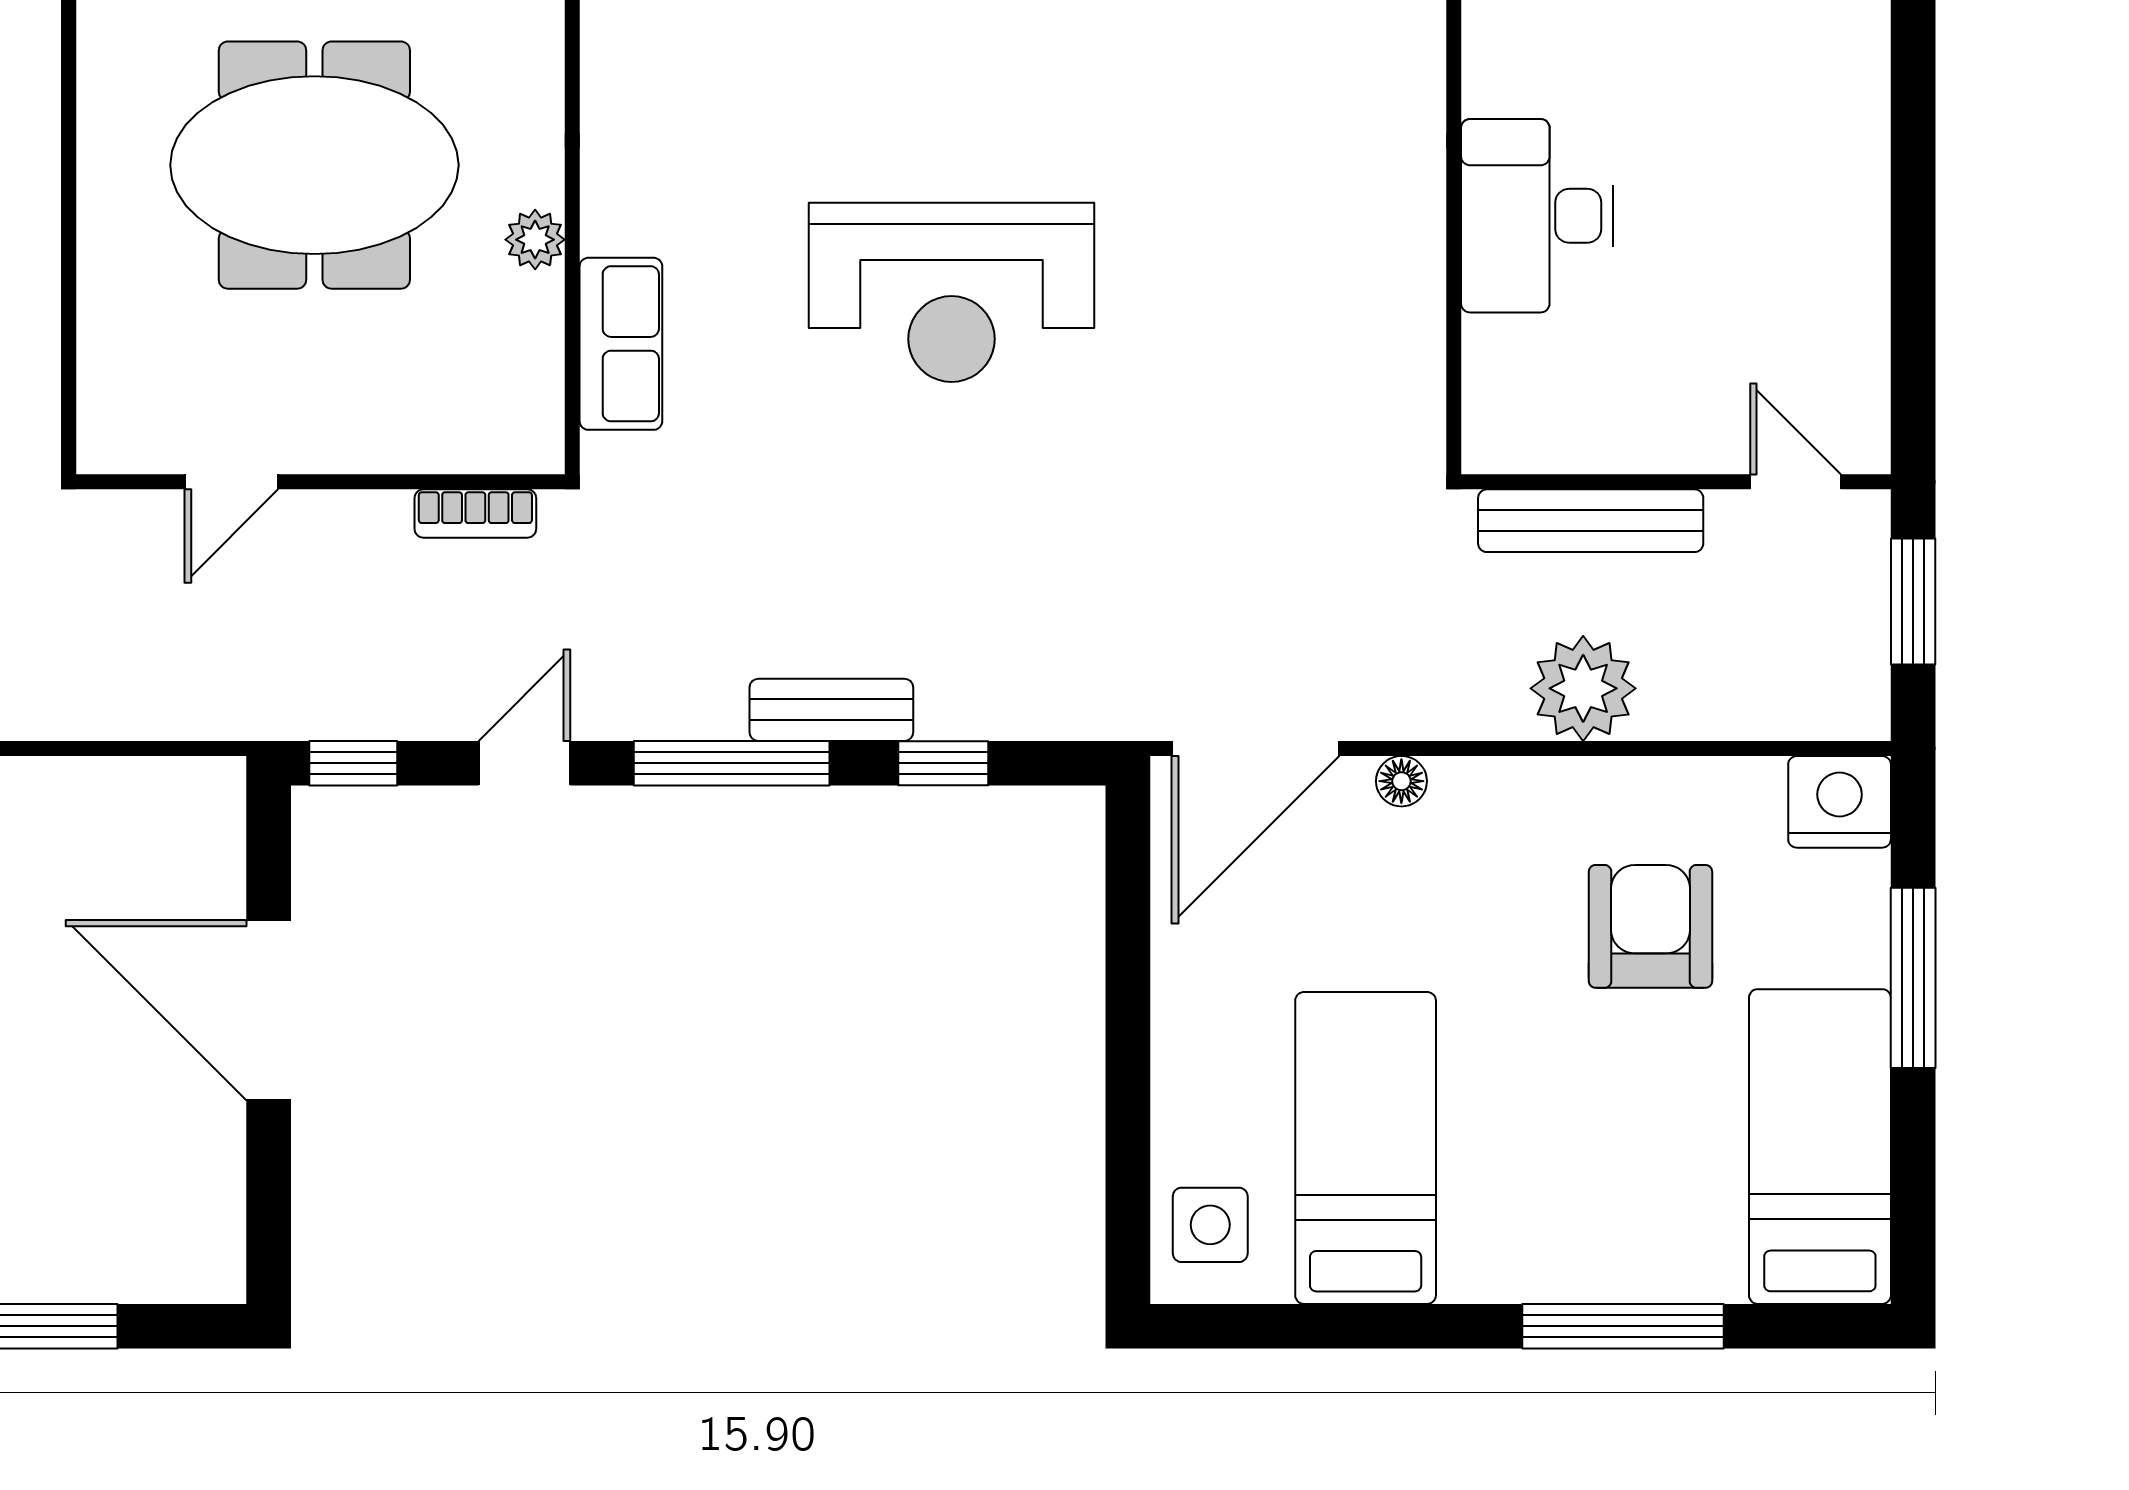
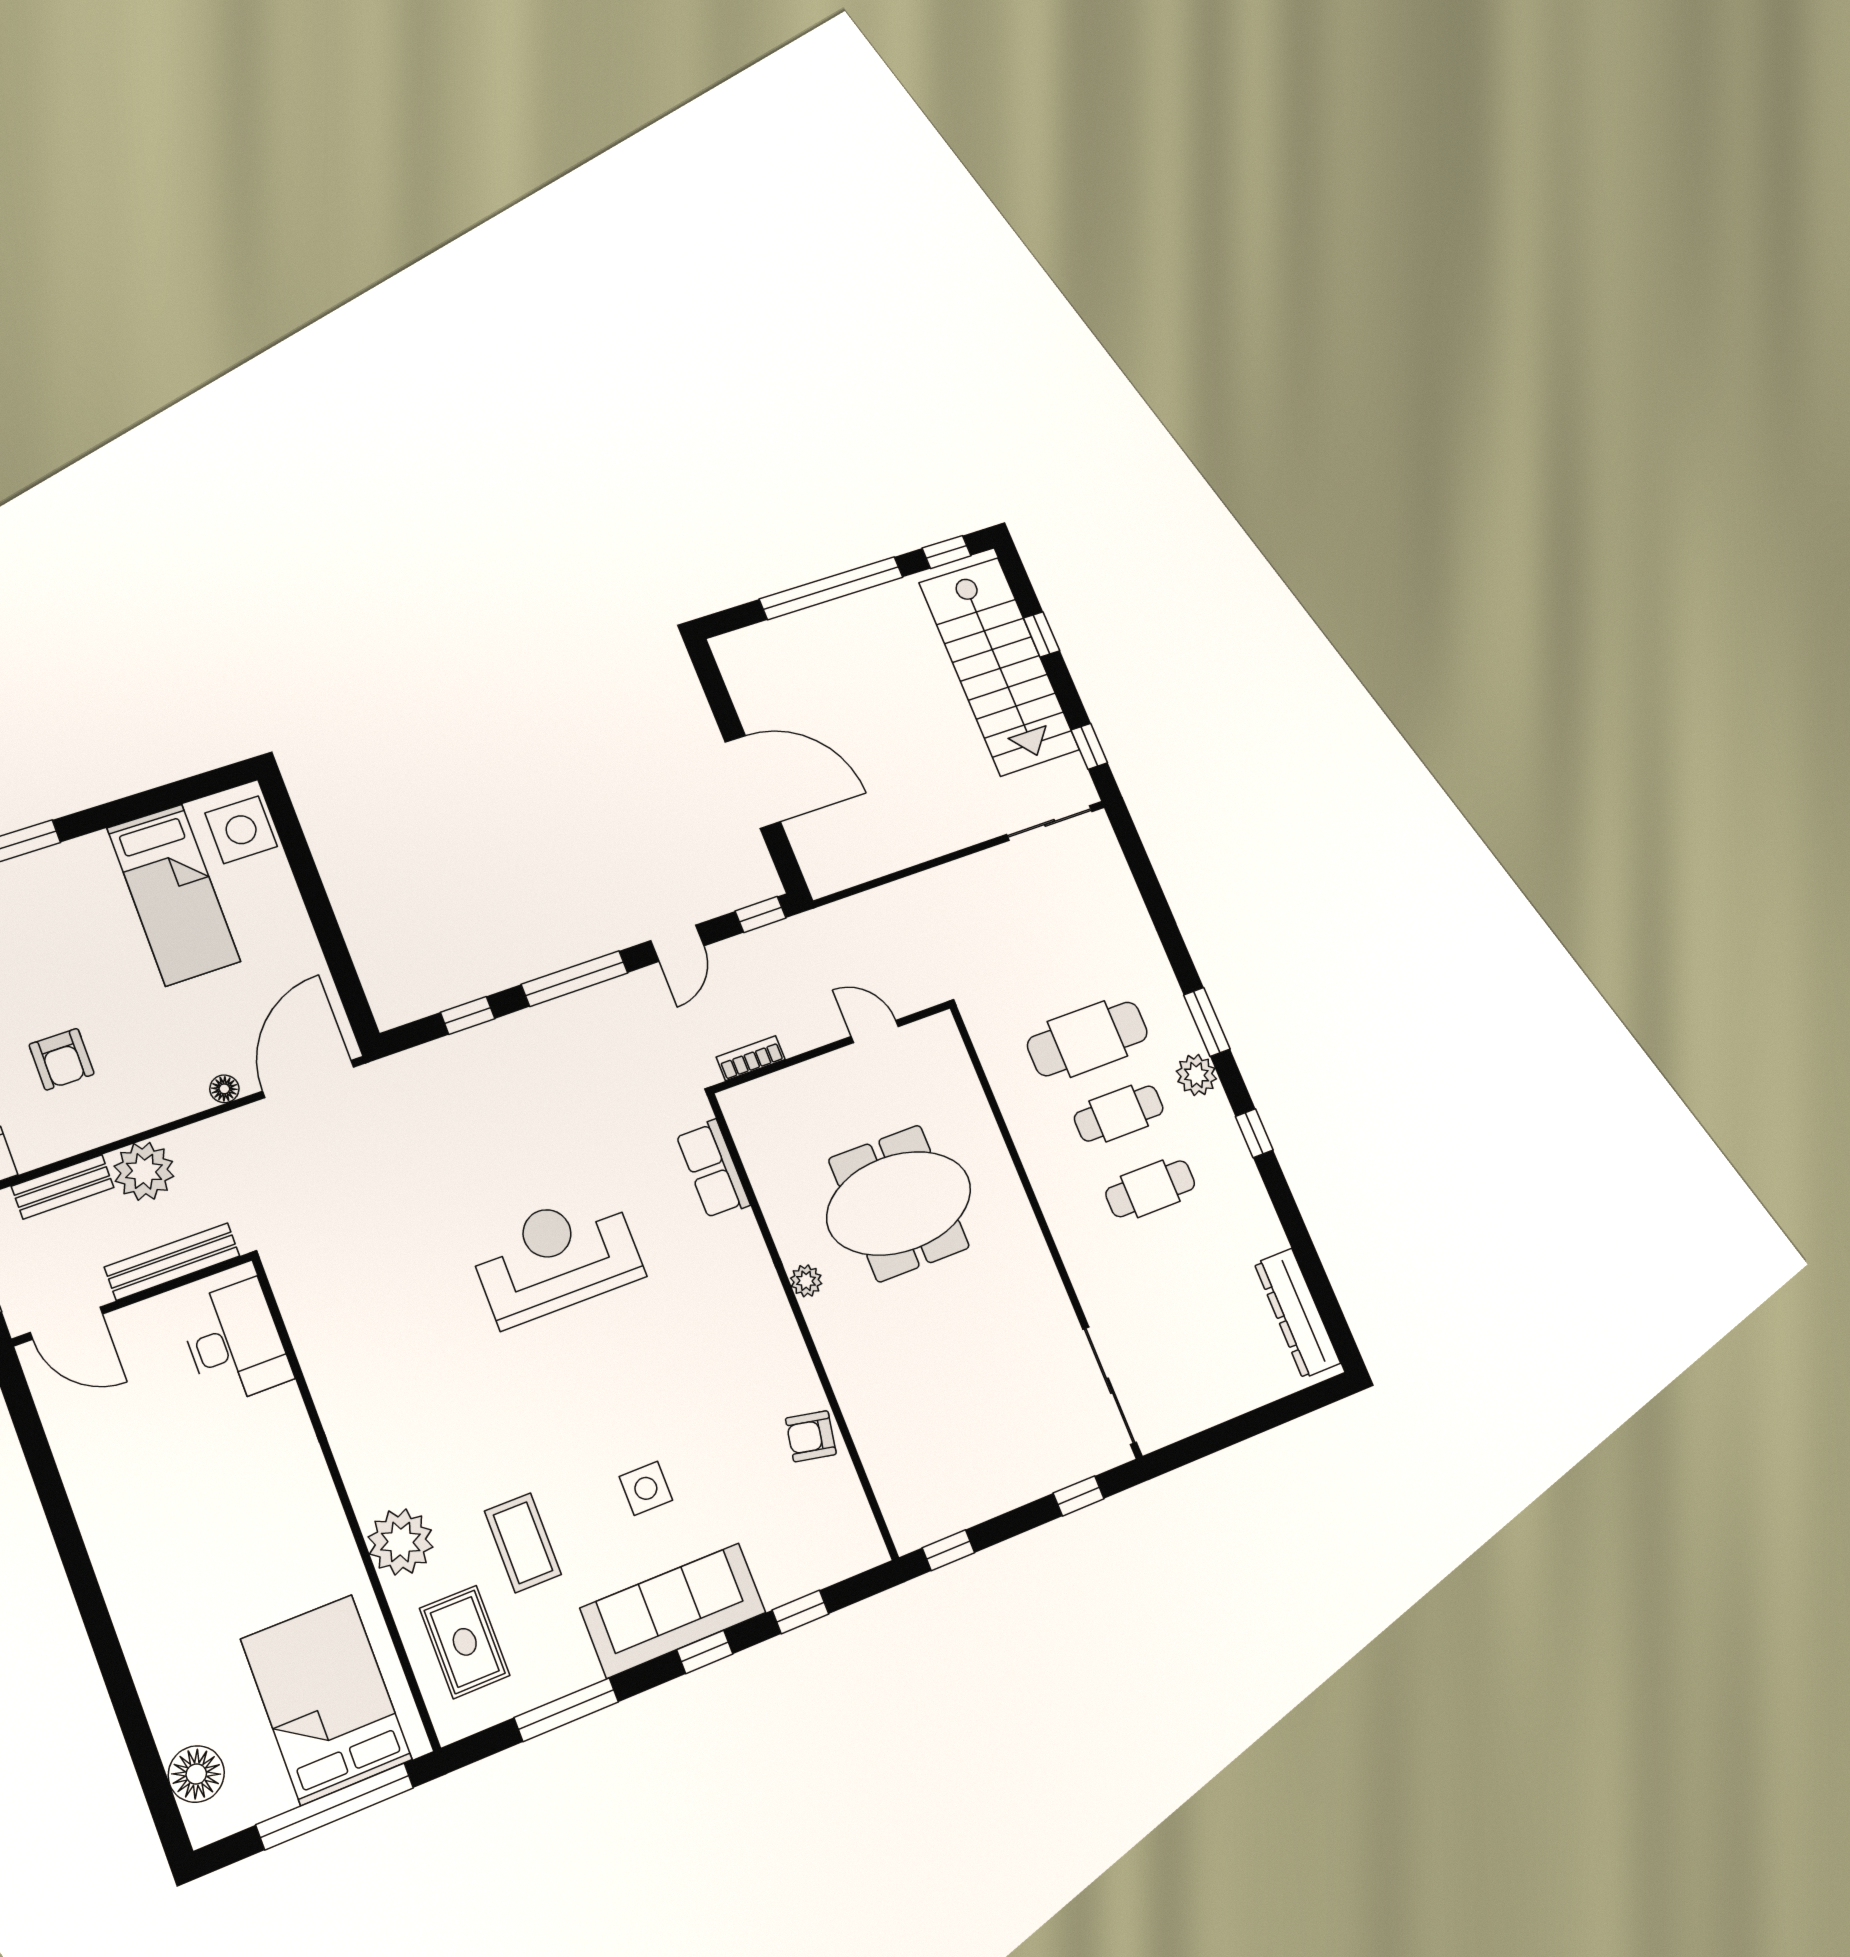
desk: (1537, 216) -> (235, 1342), moved
plant: (535, 240) -> (806, 1281), moved
door: (231, 482) -> (875, 1031), hinge flipped
door: (1795, 482) -> (66, 1323), width x1.38
bench: (831, 710) -> (63, 1187), moved
armchair: (1651, 926) -> (62, 1059), width x0.72, depth x0.72
side table: (1210, 1225) -> (241, 830), width x1.37, depth x1.37

